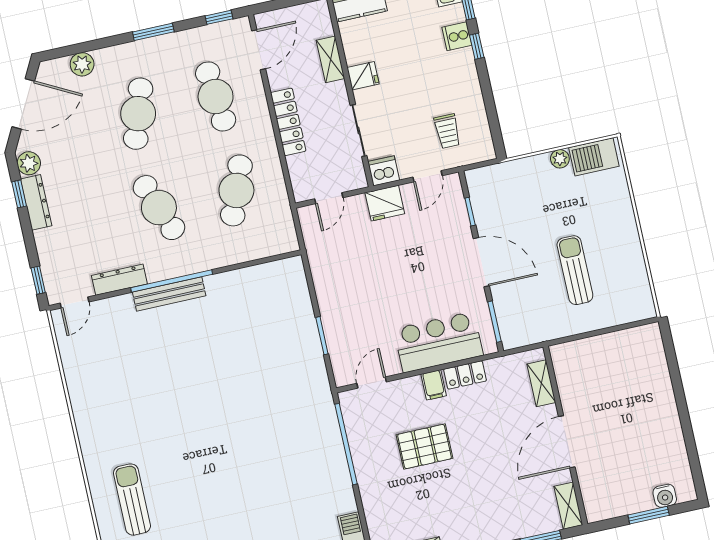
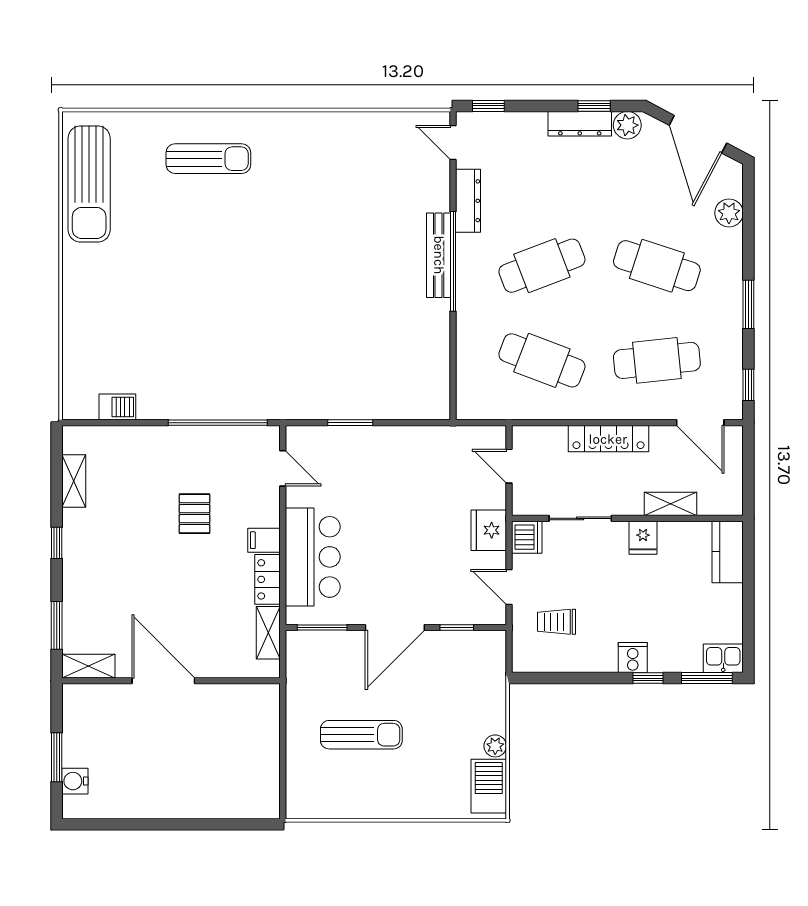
cooker: (457, 36) -> (633, 657), moved
shelving: (541, 383) -> (268, 633), moved, turned 90
pallet: (425, 447) -> (194, 514), width x0.67, depth x0.71

